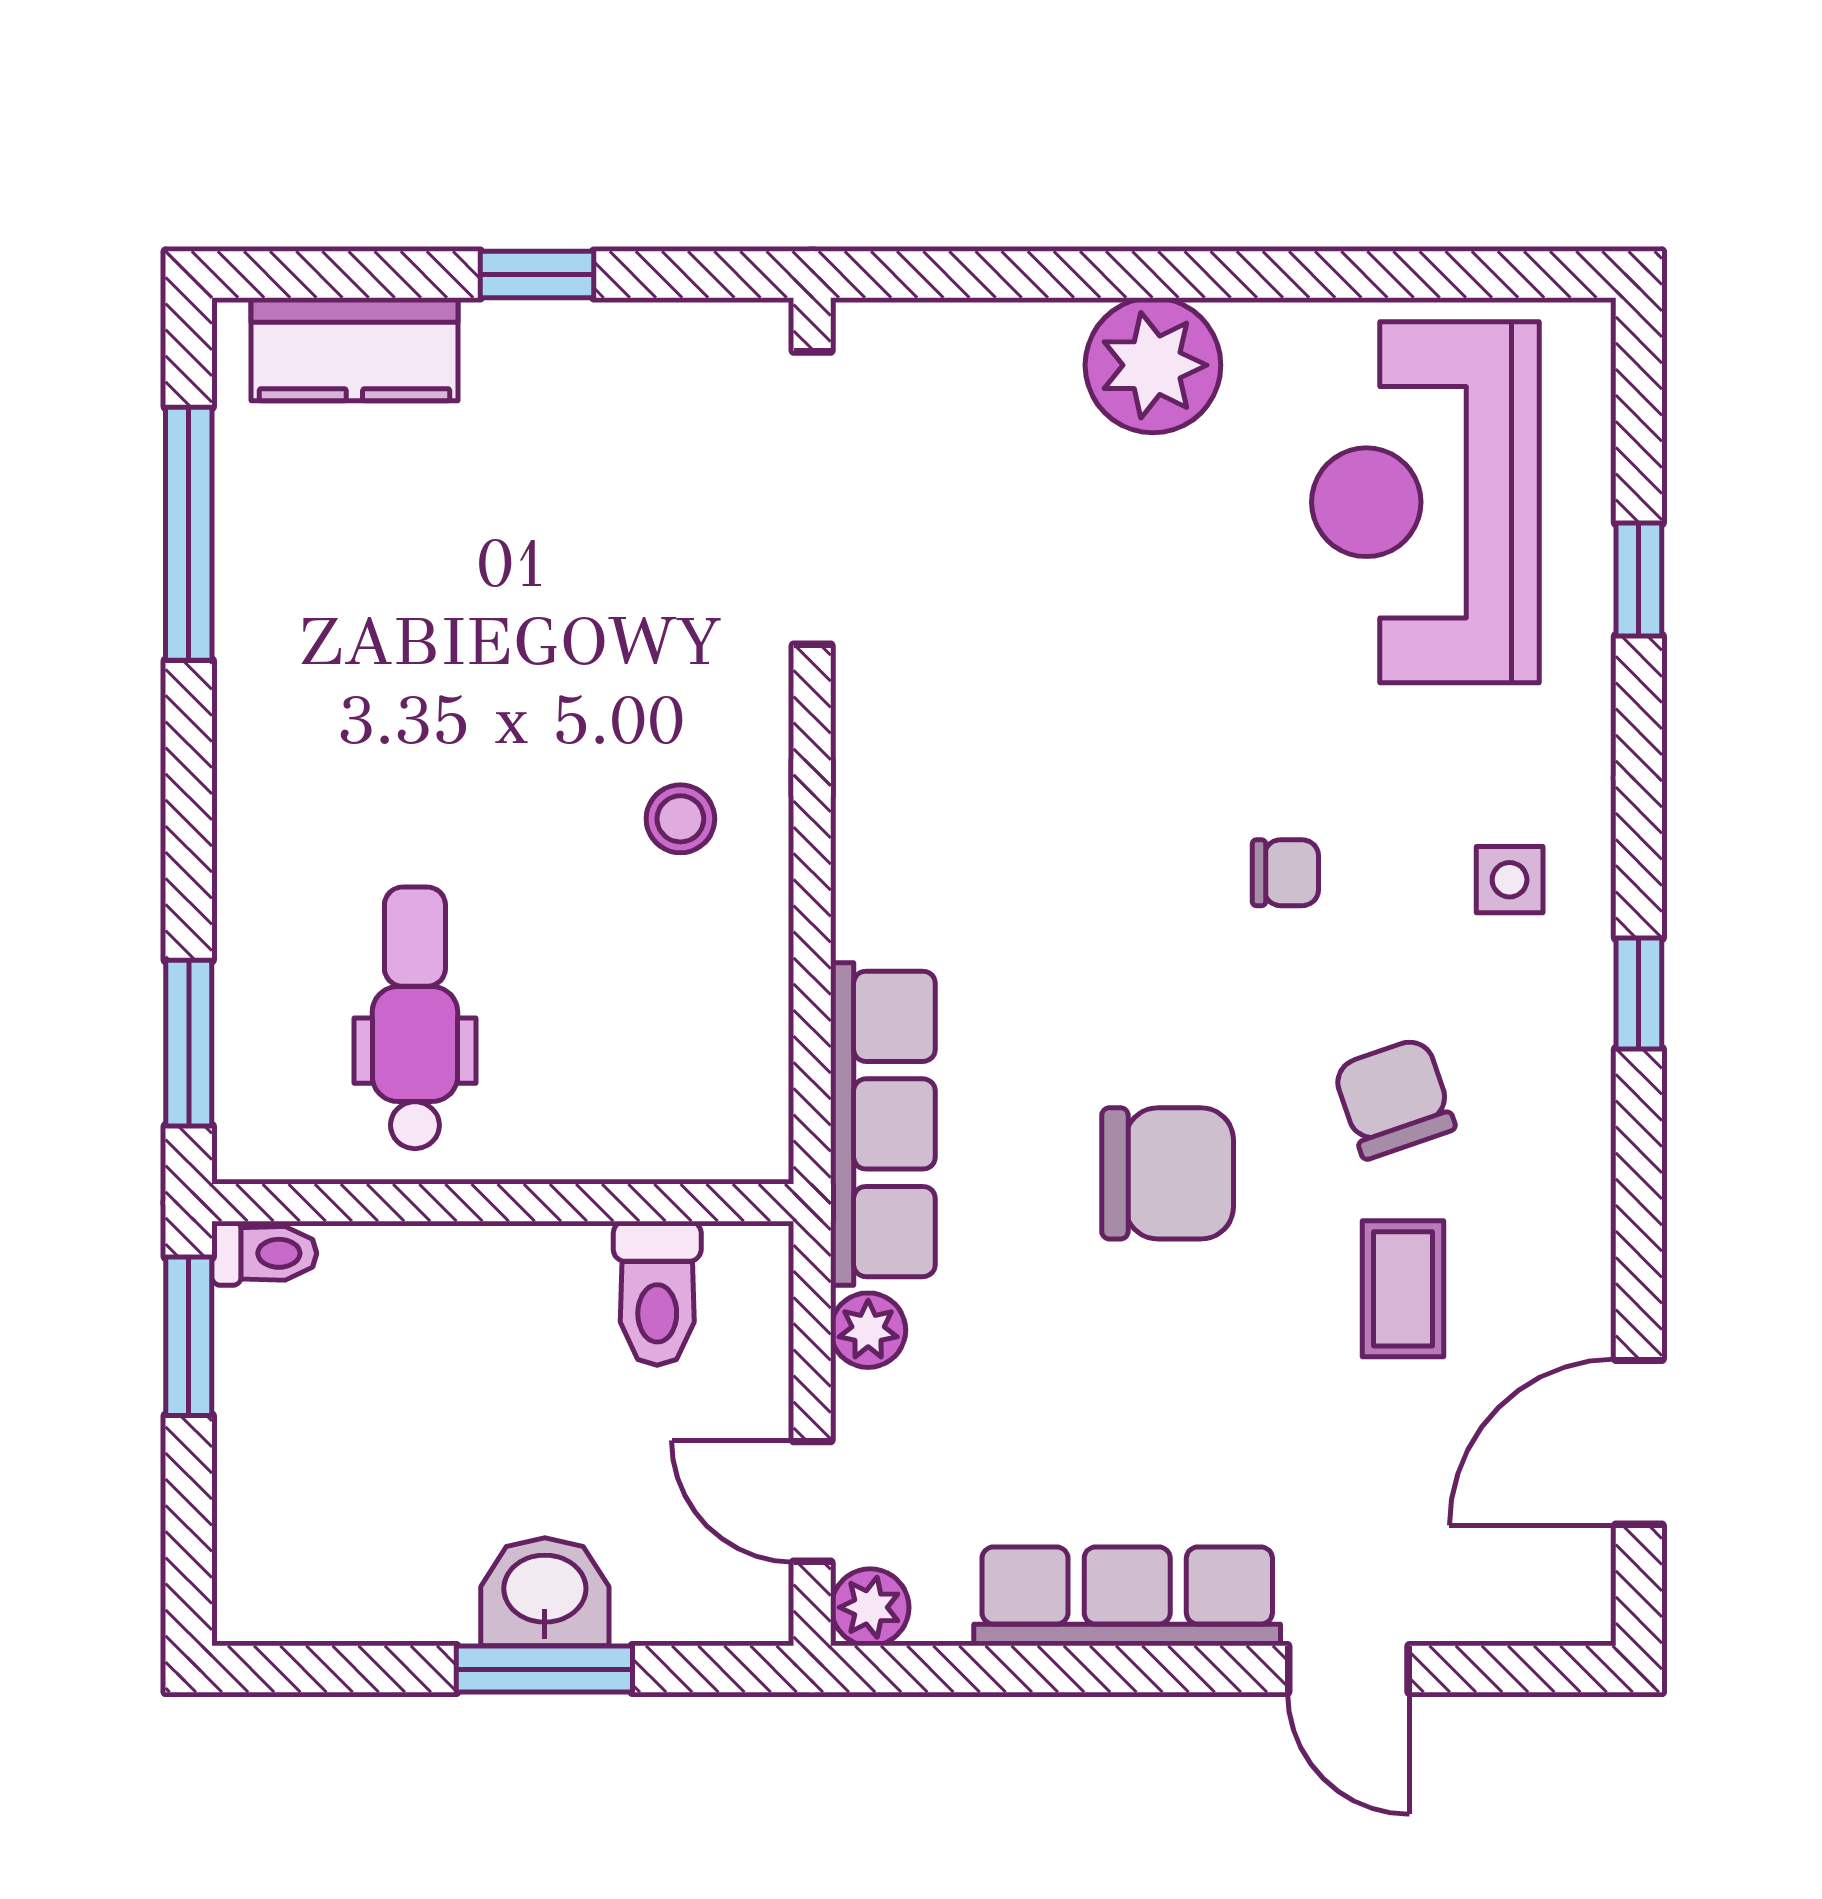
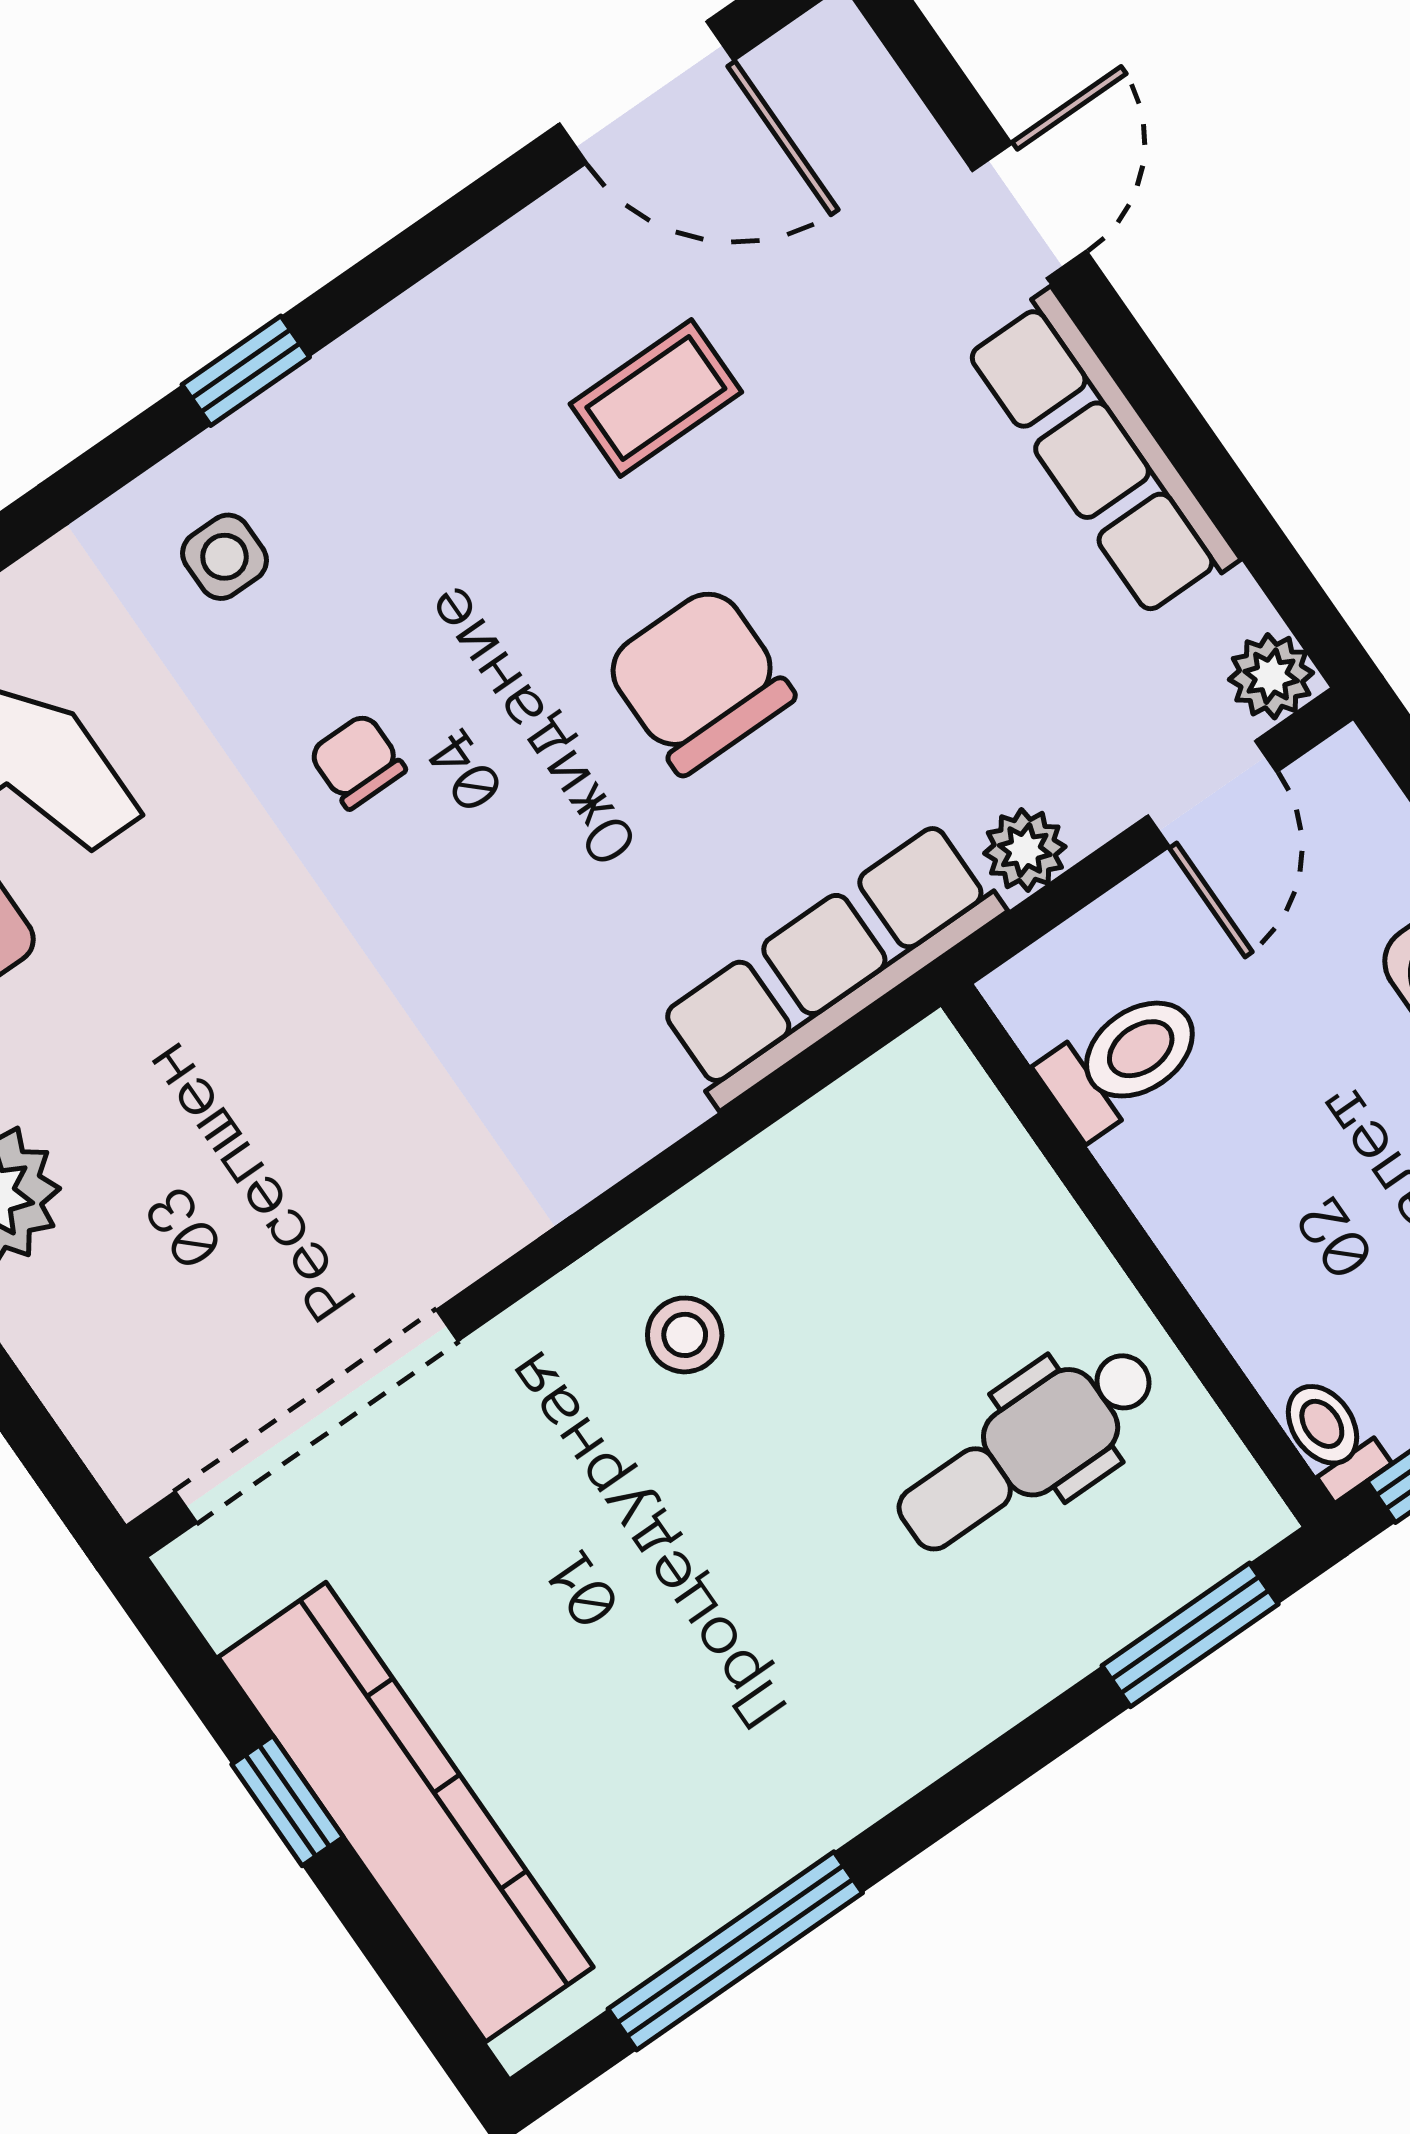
kitchen counter: (354, 349) -> (406, 1812), width x2.08, depth x1.17
chair: (1394, 1098) -> (491, 524), removed

